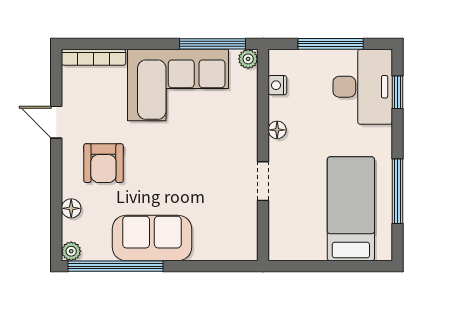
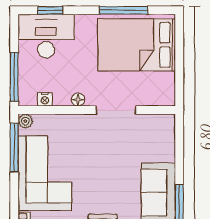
window: (331, 44) -> (14, 77), moved
doorway: (263, 181) -> (116, 110), width x1.38
bed: (351, 209) -> (137, 45), width x1.50

